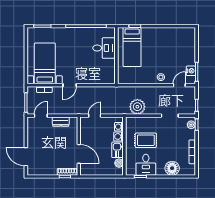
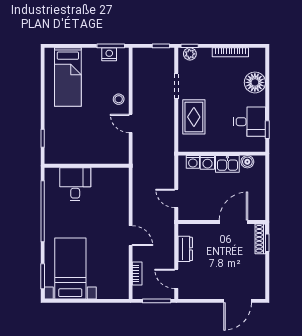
bed: (132, 47) -> (68, 77), moved, turned 90
bed with nightstands: (45, 63) -> (70, 268), moved, turned 90
door: (179, 85) -> (131, 123), moved
plant: (137, 107) -> (163, 134), removed
rug: (146, 140) -> (194, 117), moved

